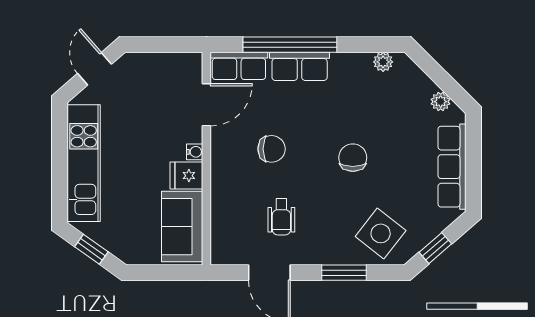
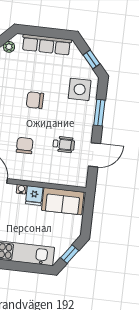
side table: (381, 233) -> (80, 89), turned -38

